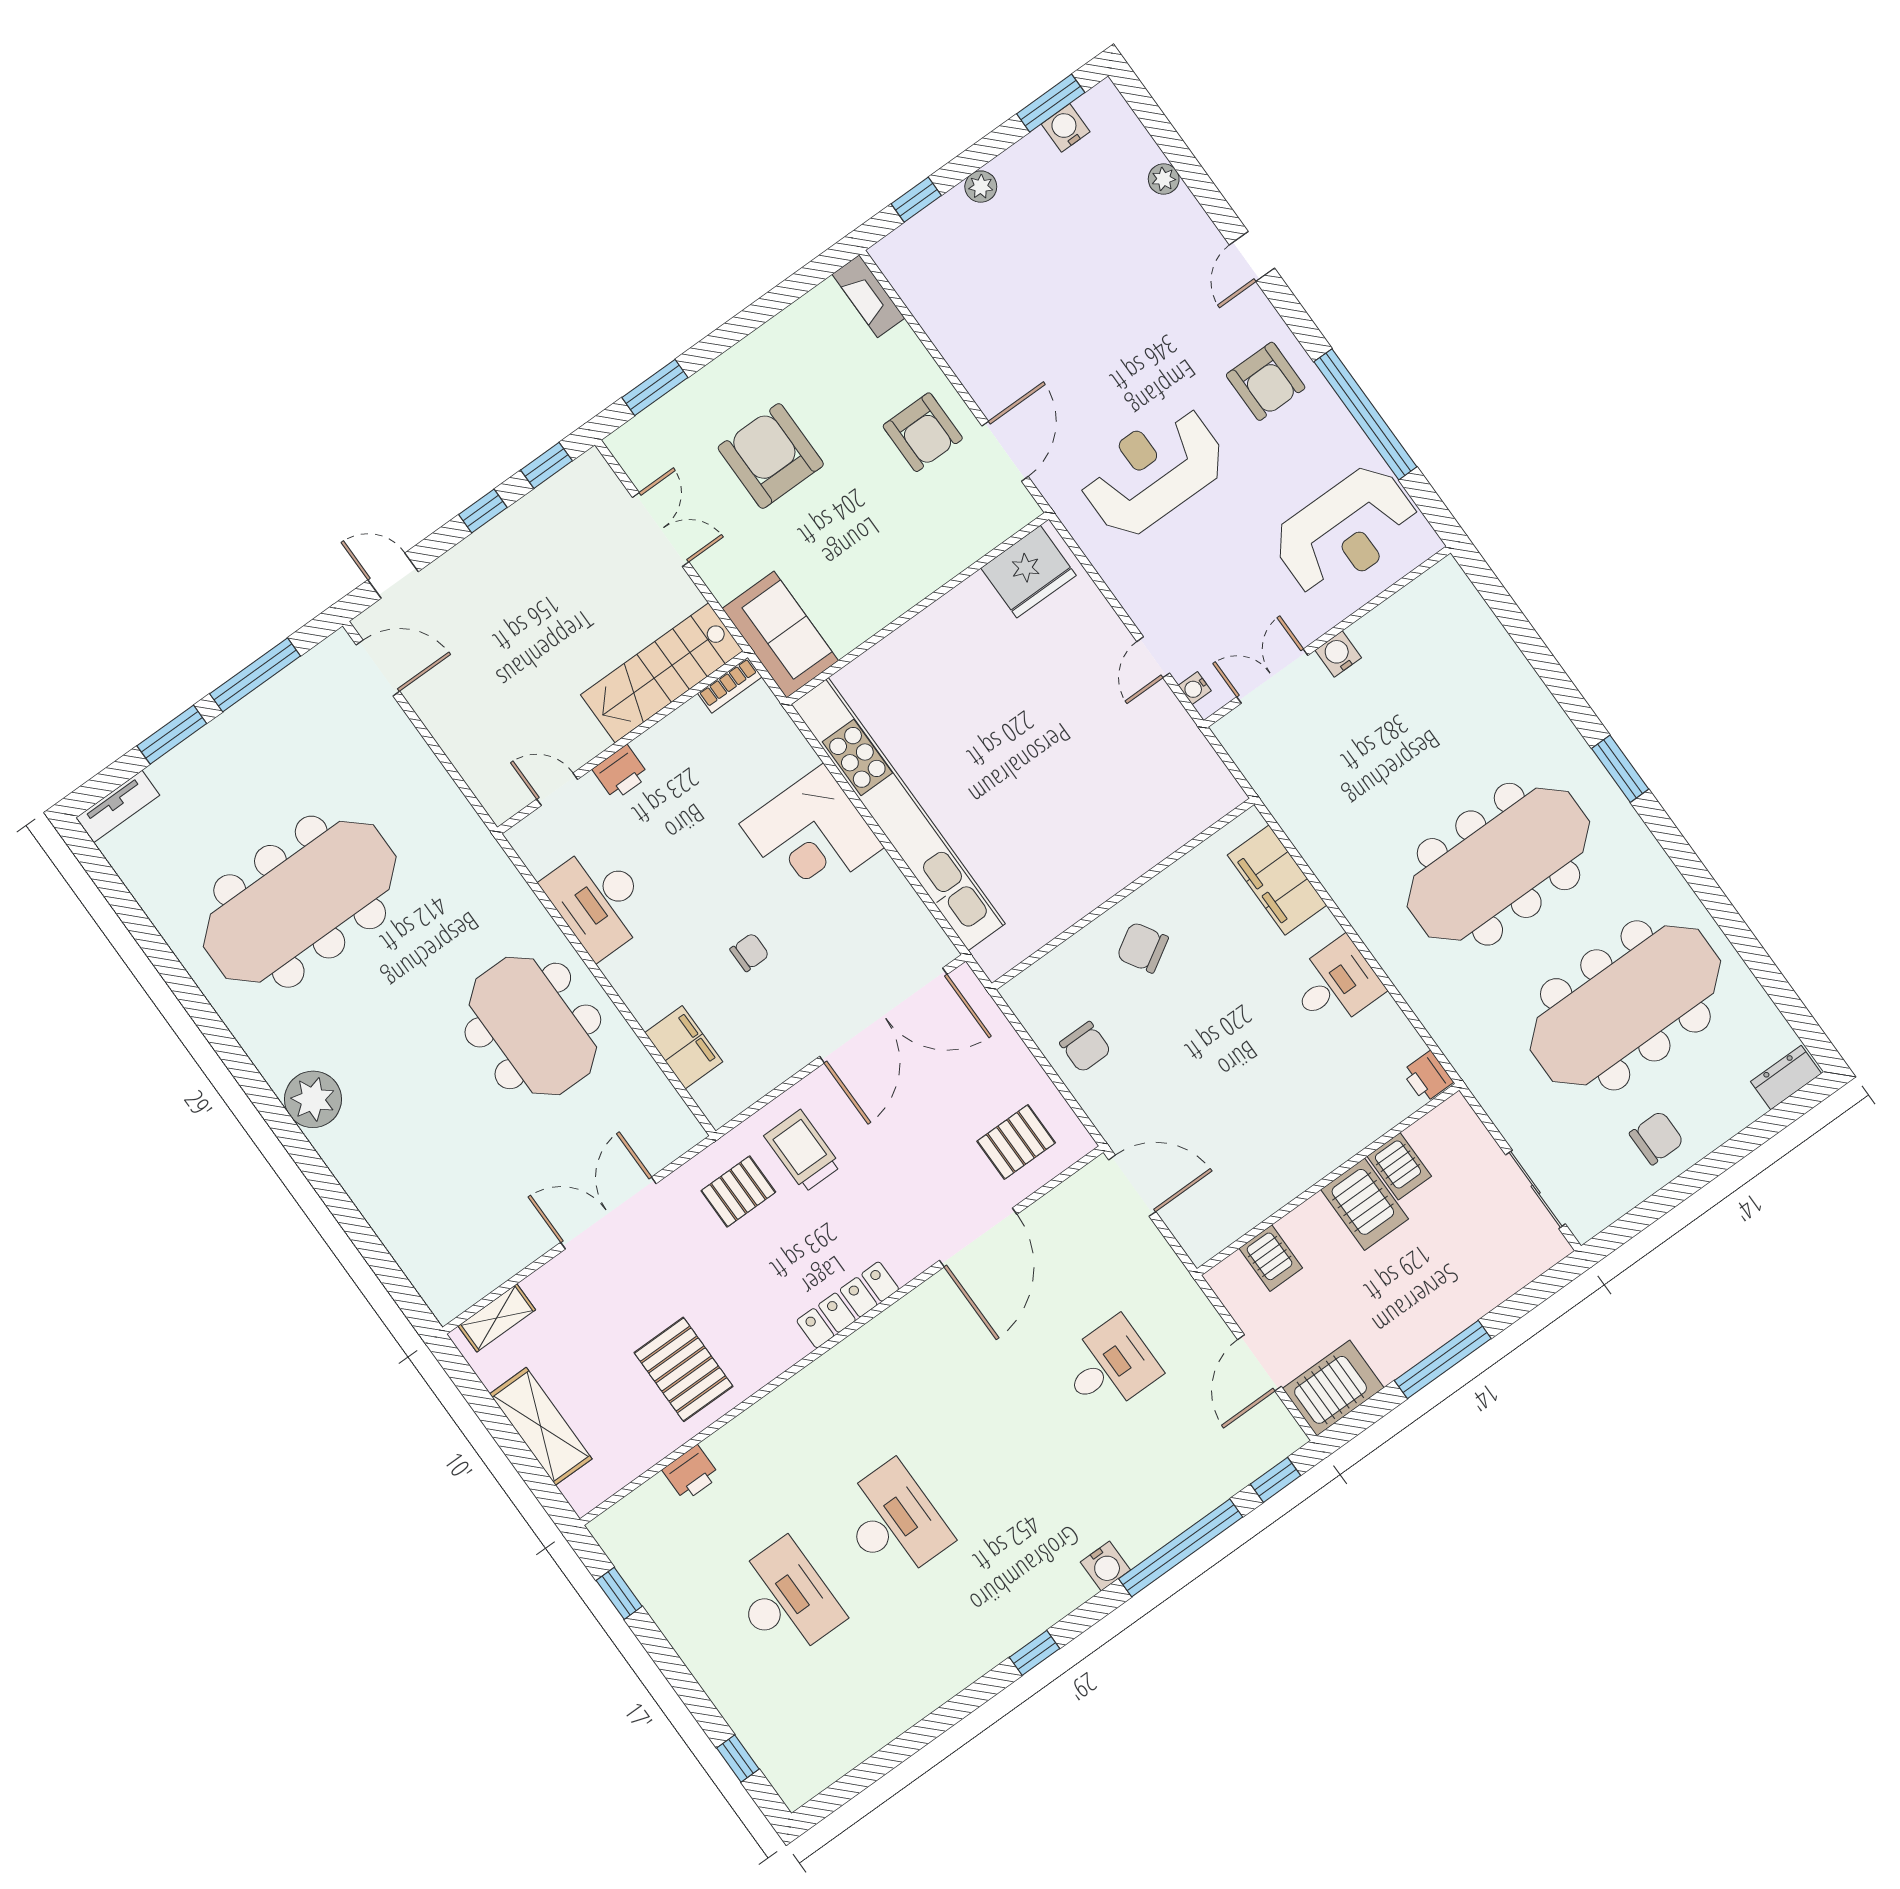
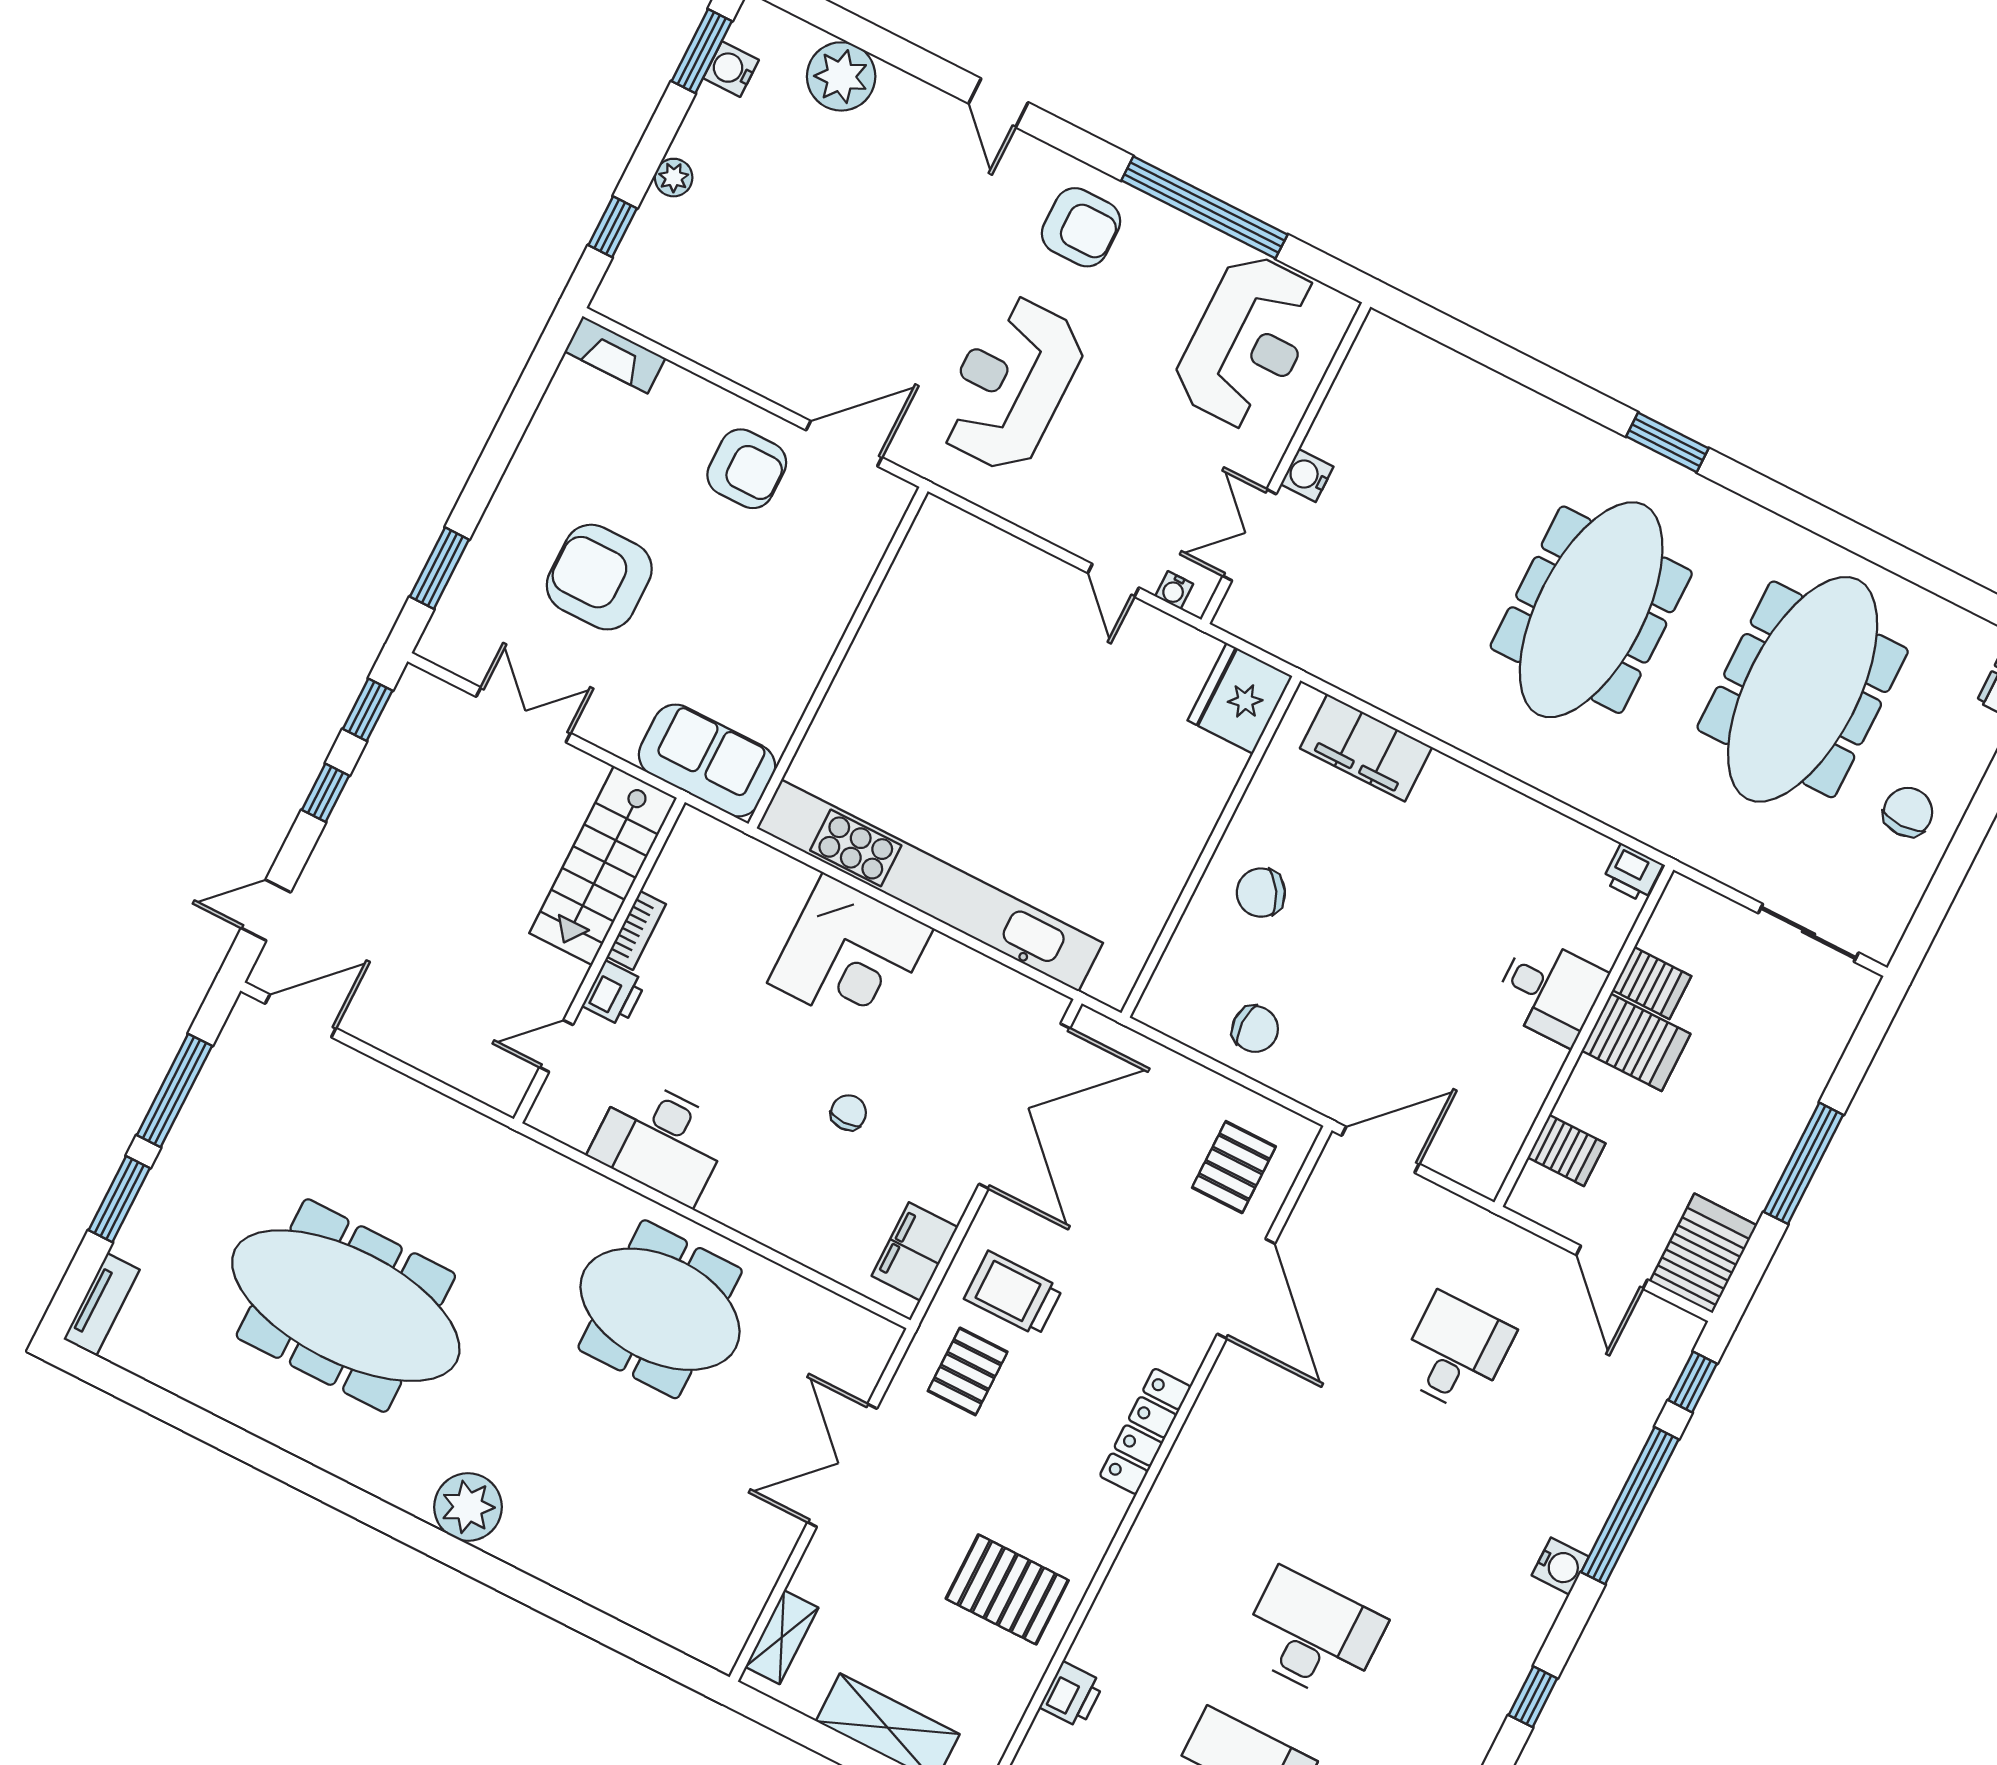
plant: (1164, 179) -> (841, 76), width x1.88, depth x1.88
door: (1005, 451) -> (844, 444), hinge flipped
fridge: (1028, 572) -> (1240, 698), moved, turned 180
bookcase: (730, 685) -> (636, 930), moved
meeting table: (300, 902) -> (346, 1306), turned 90
desk: (1336, 984) -> (1550, 991), moved, turned 90
filing cabinet: (684, 1047) -> (915, 1252), moved, turned -90

